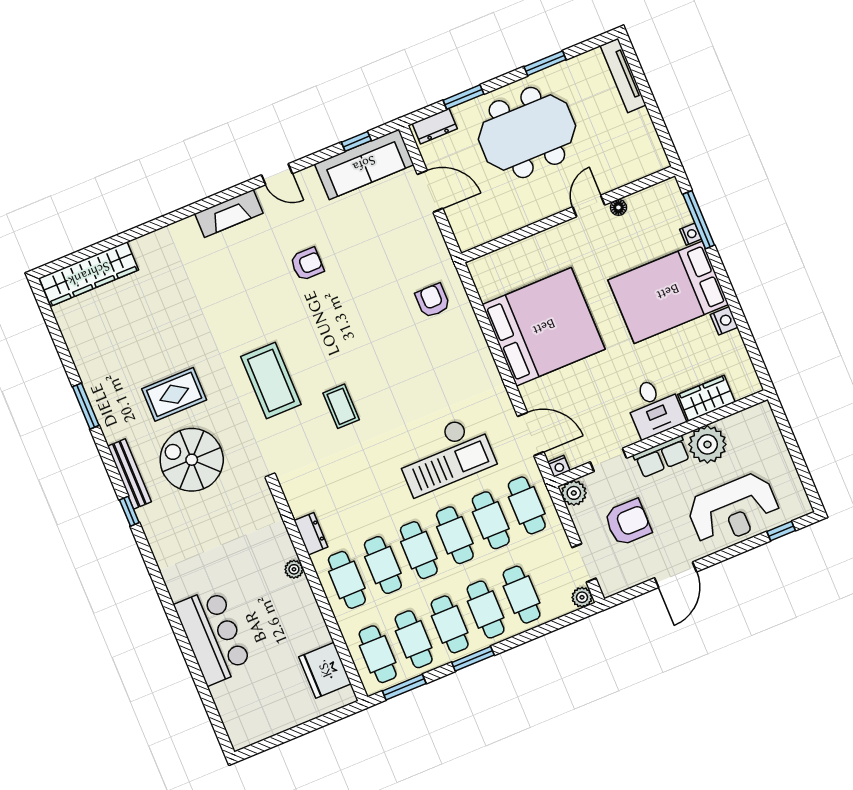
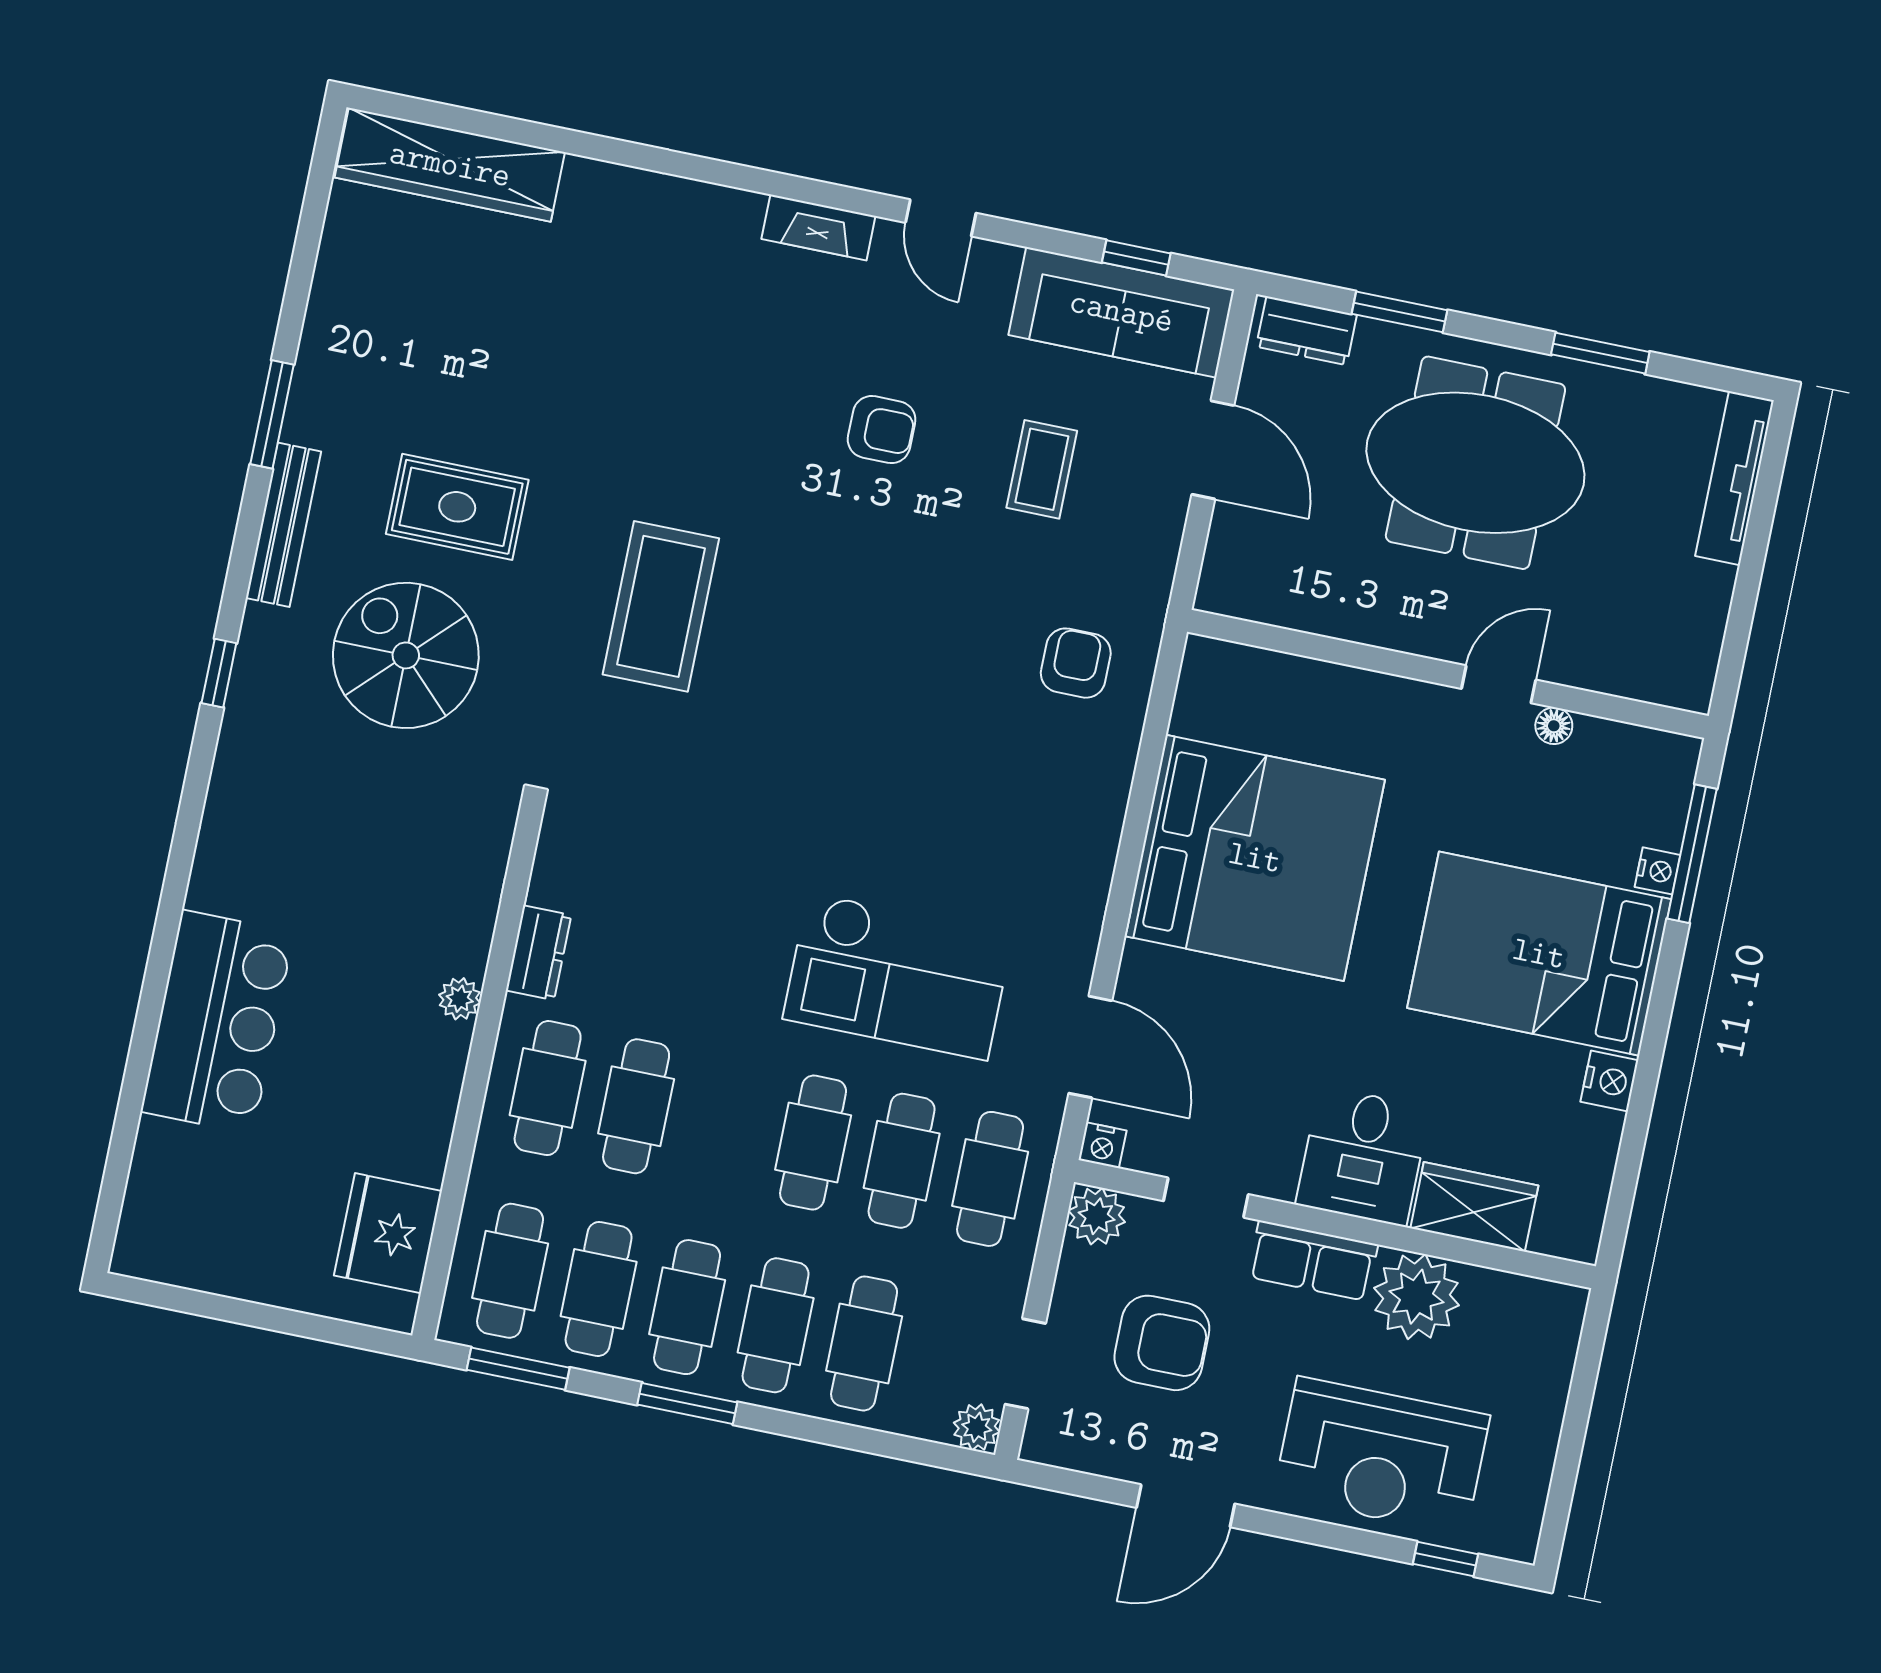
fireplace: (229, 213) -> (818, 227), width x0.73, depth x0.76
coffee table: (341, 406) -> (1042, 469), moved
bench: (129, 474) -> (283, 525), moved
cafe table: (419, 550) -> (725, 1124), removed

